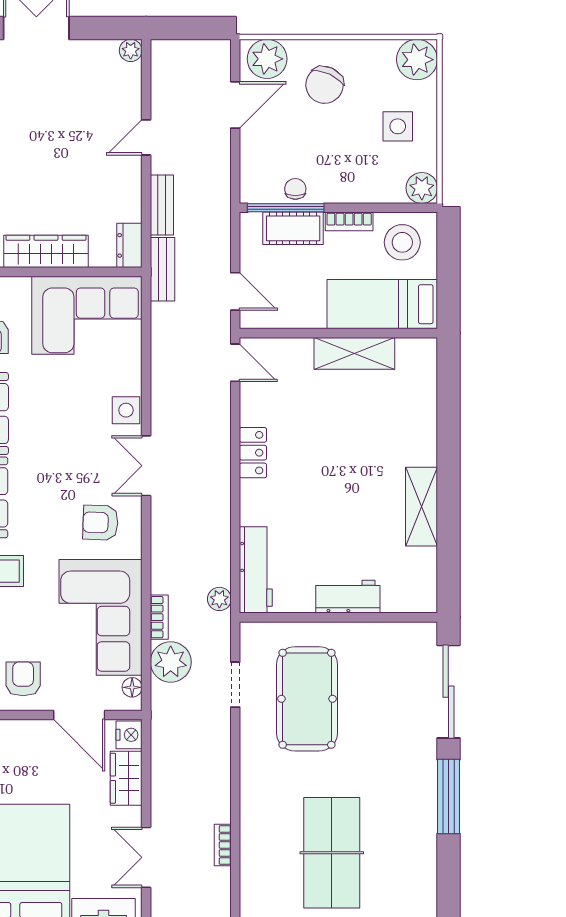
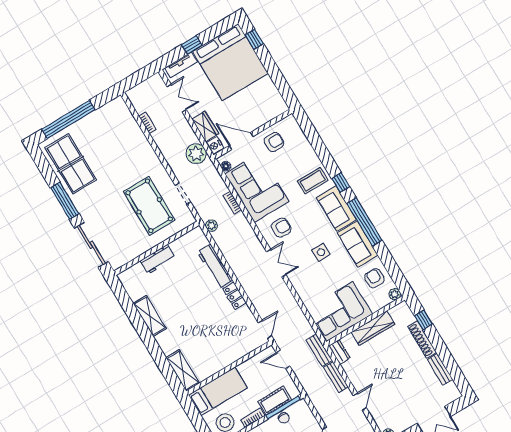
shelving: (354, 353) -> (183, 370), moved, turned 90
door: (235, 363) -> (265, 329), swing flipped
side table: (126, 410) -> (321, 252), moved
workbench: (256, 570) -> (215, 266), moved
plant: (171, 662) -> (196, 154), moved
armchair: (23, 679) -> (274, 142), turned -90
table tennis table: (332, 853) -> (71, 164), moved

